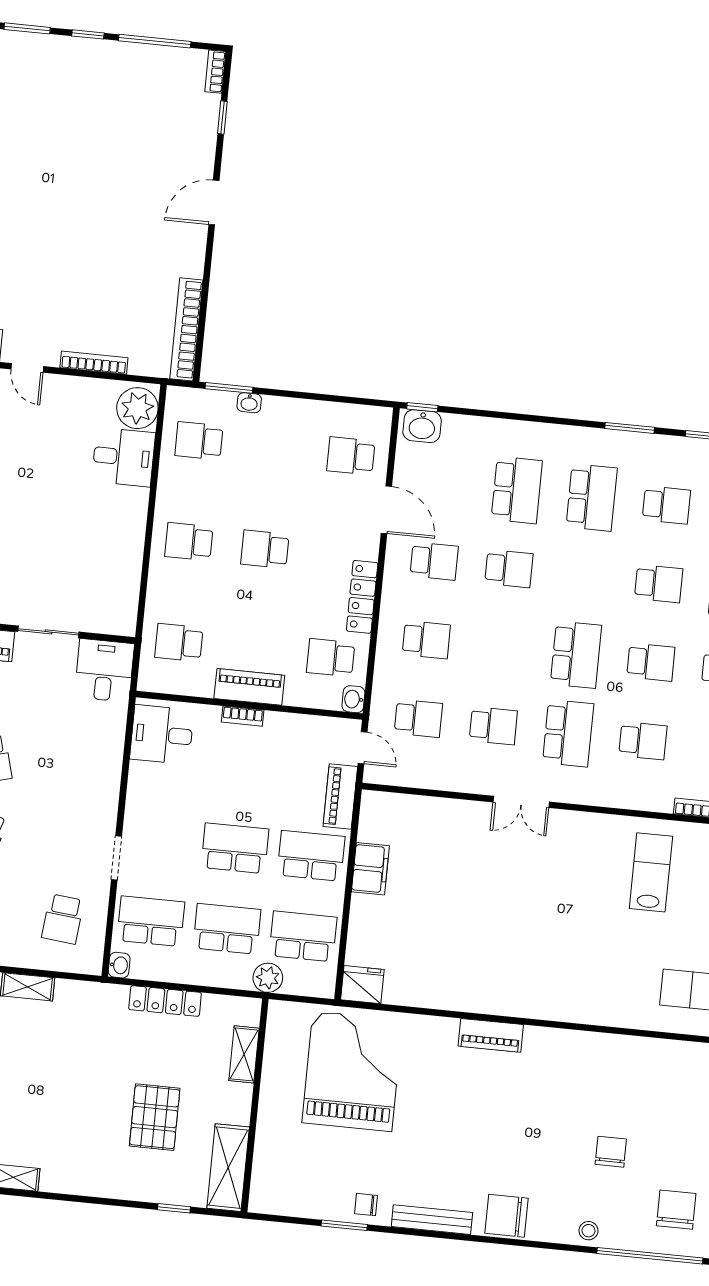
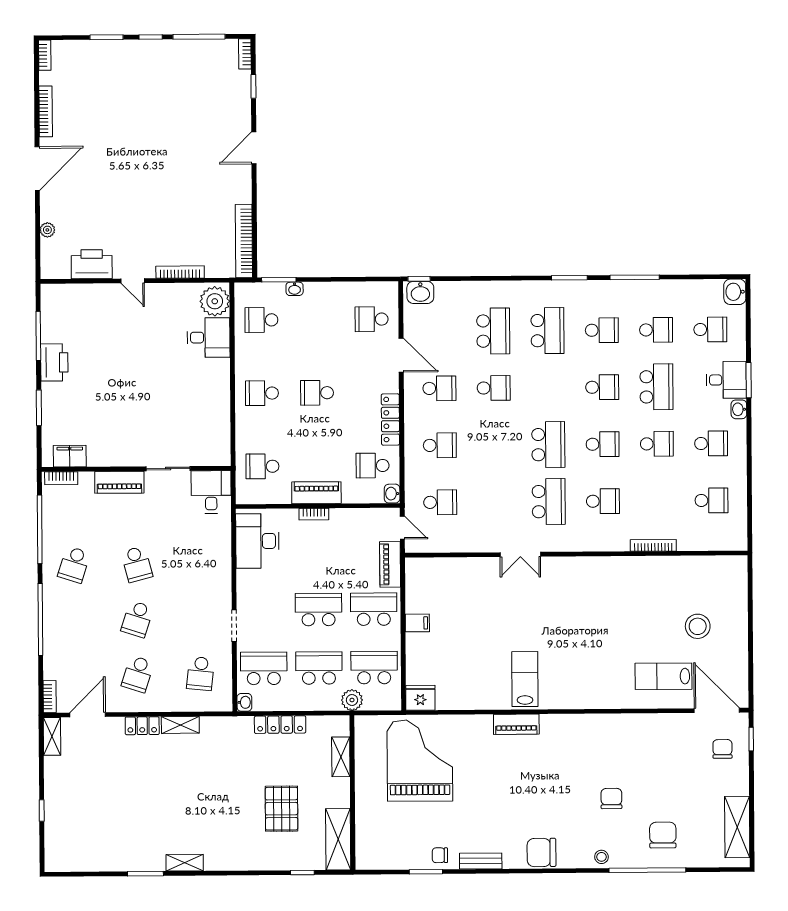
school desk: (493, 726) -> (494, 502), removed
desk: (162, 735) -> (257, 541), width x1.37
filing cabinet: (370, 869) -> (417, 623), width x0.50
lab bench: (651, 872) -> (525, 679), moved
bench: (432, 1220) -> (481, 861), width x0.73

